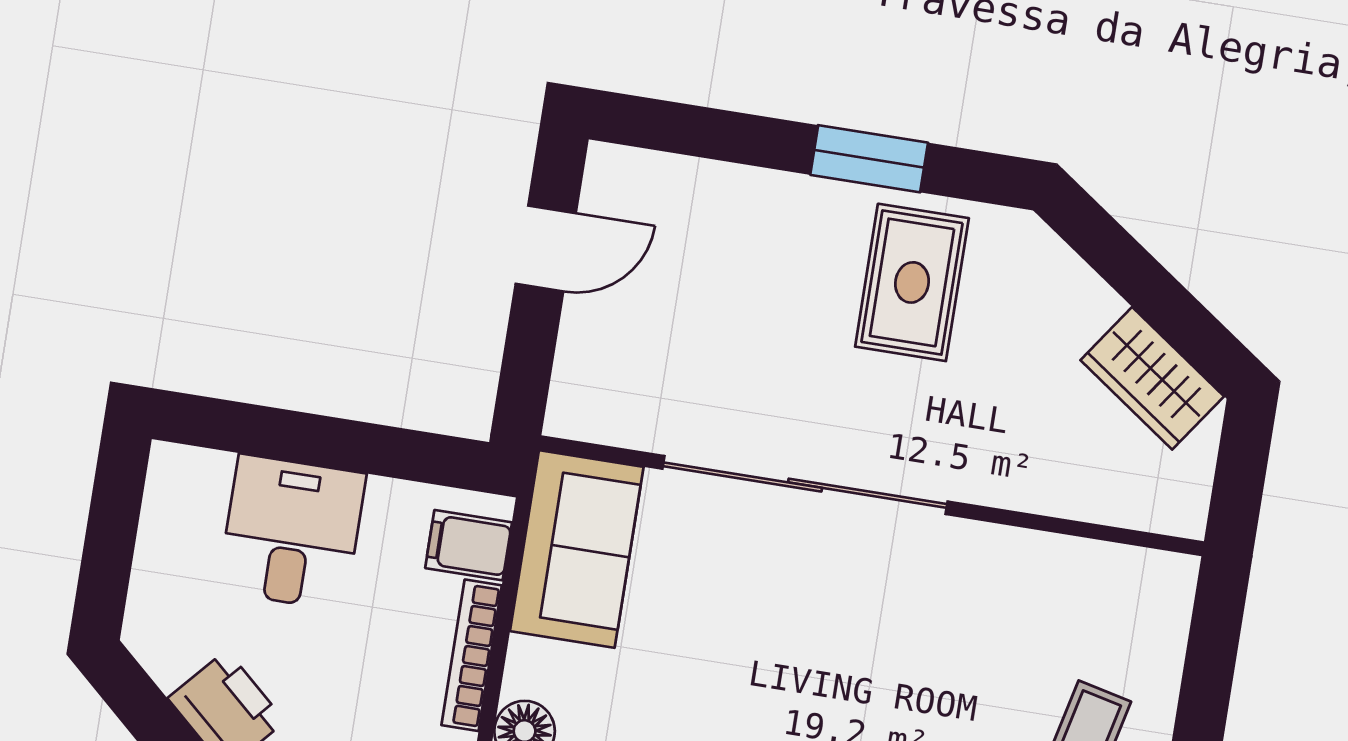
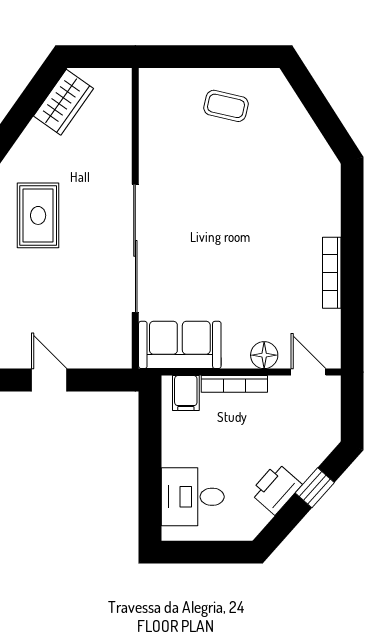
rug: (912, 282) -> (38, 215), turned 90
desk: (292, 532) -> (193, 497), moved

